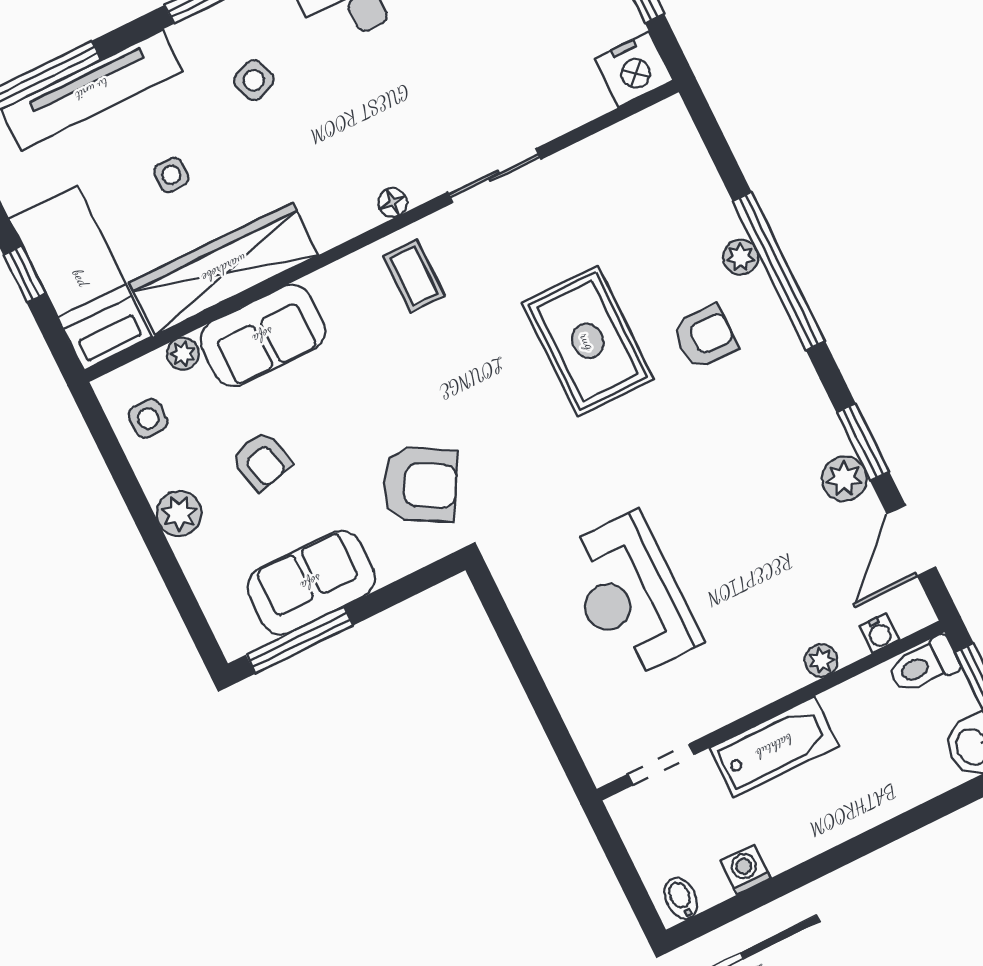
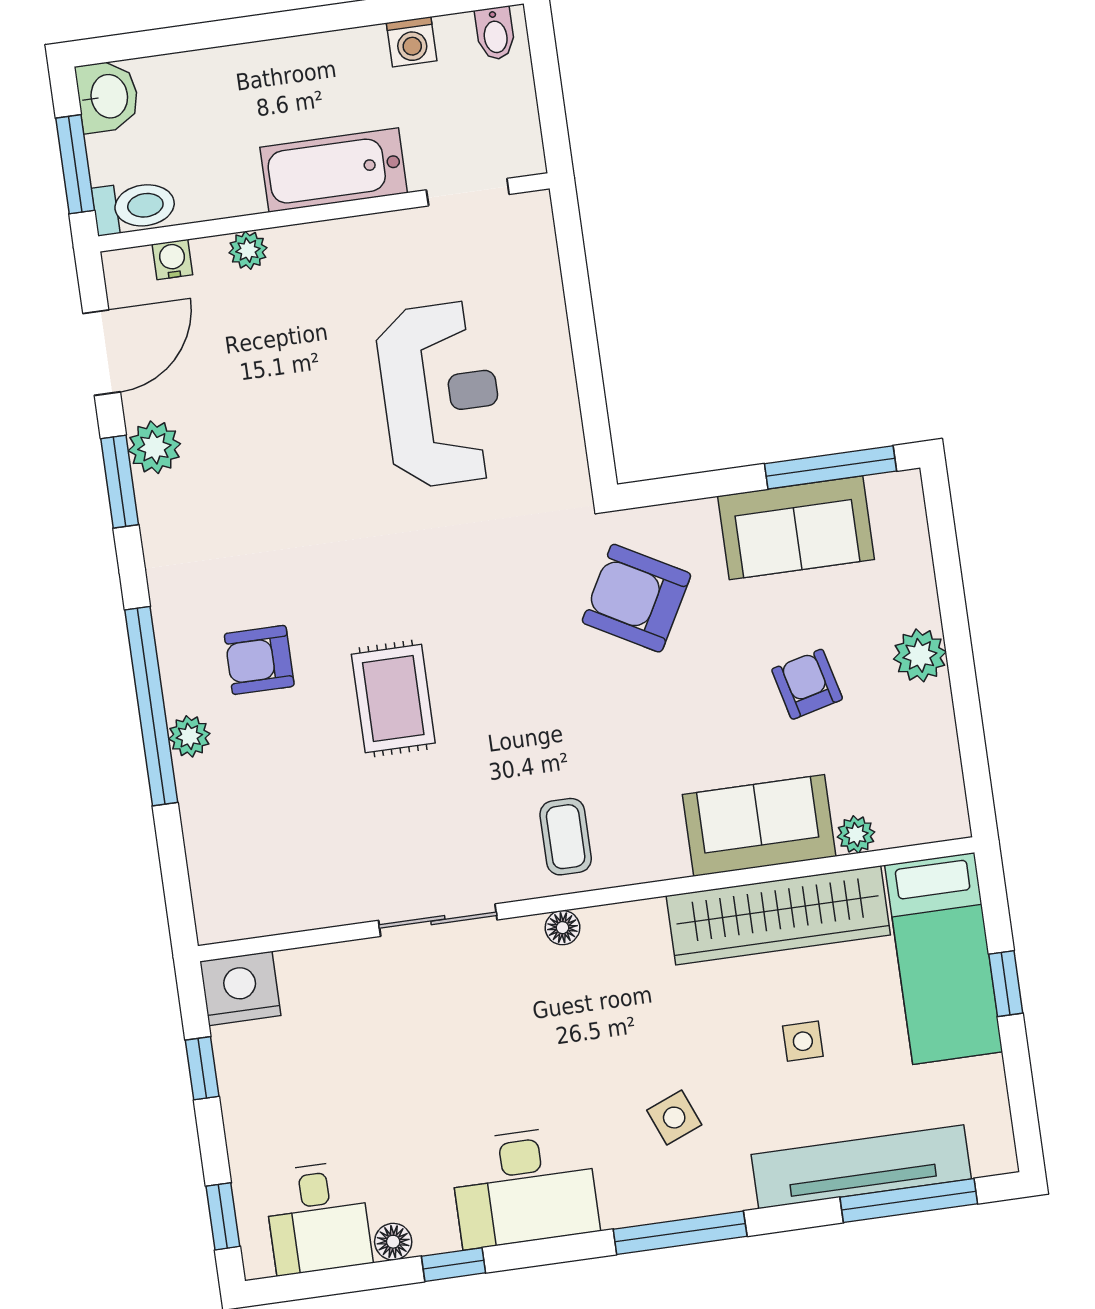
rug: (588, 341) -> (393, 699), width x0.73, depth x0.70
side table: (148, 418) -> (919, 774), removed

